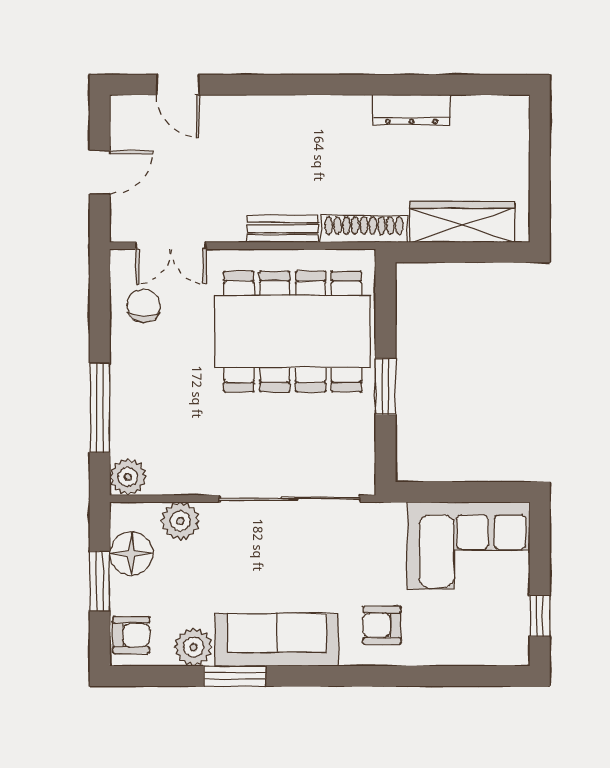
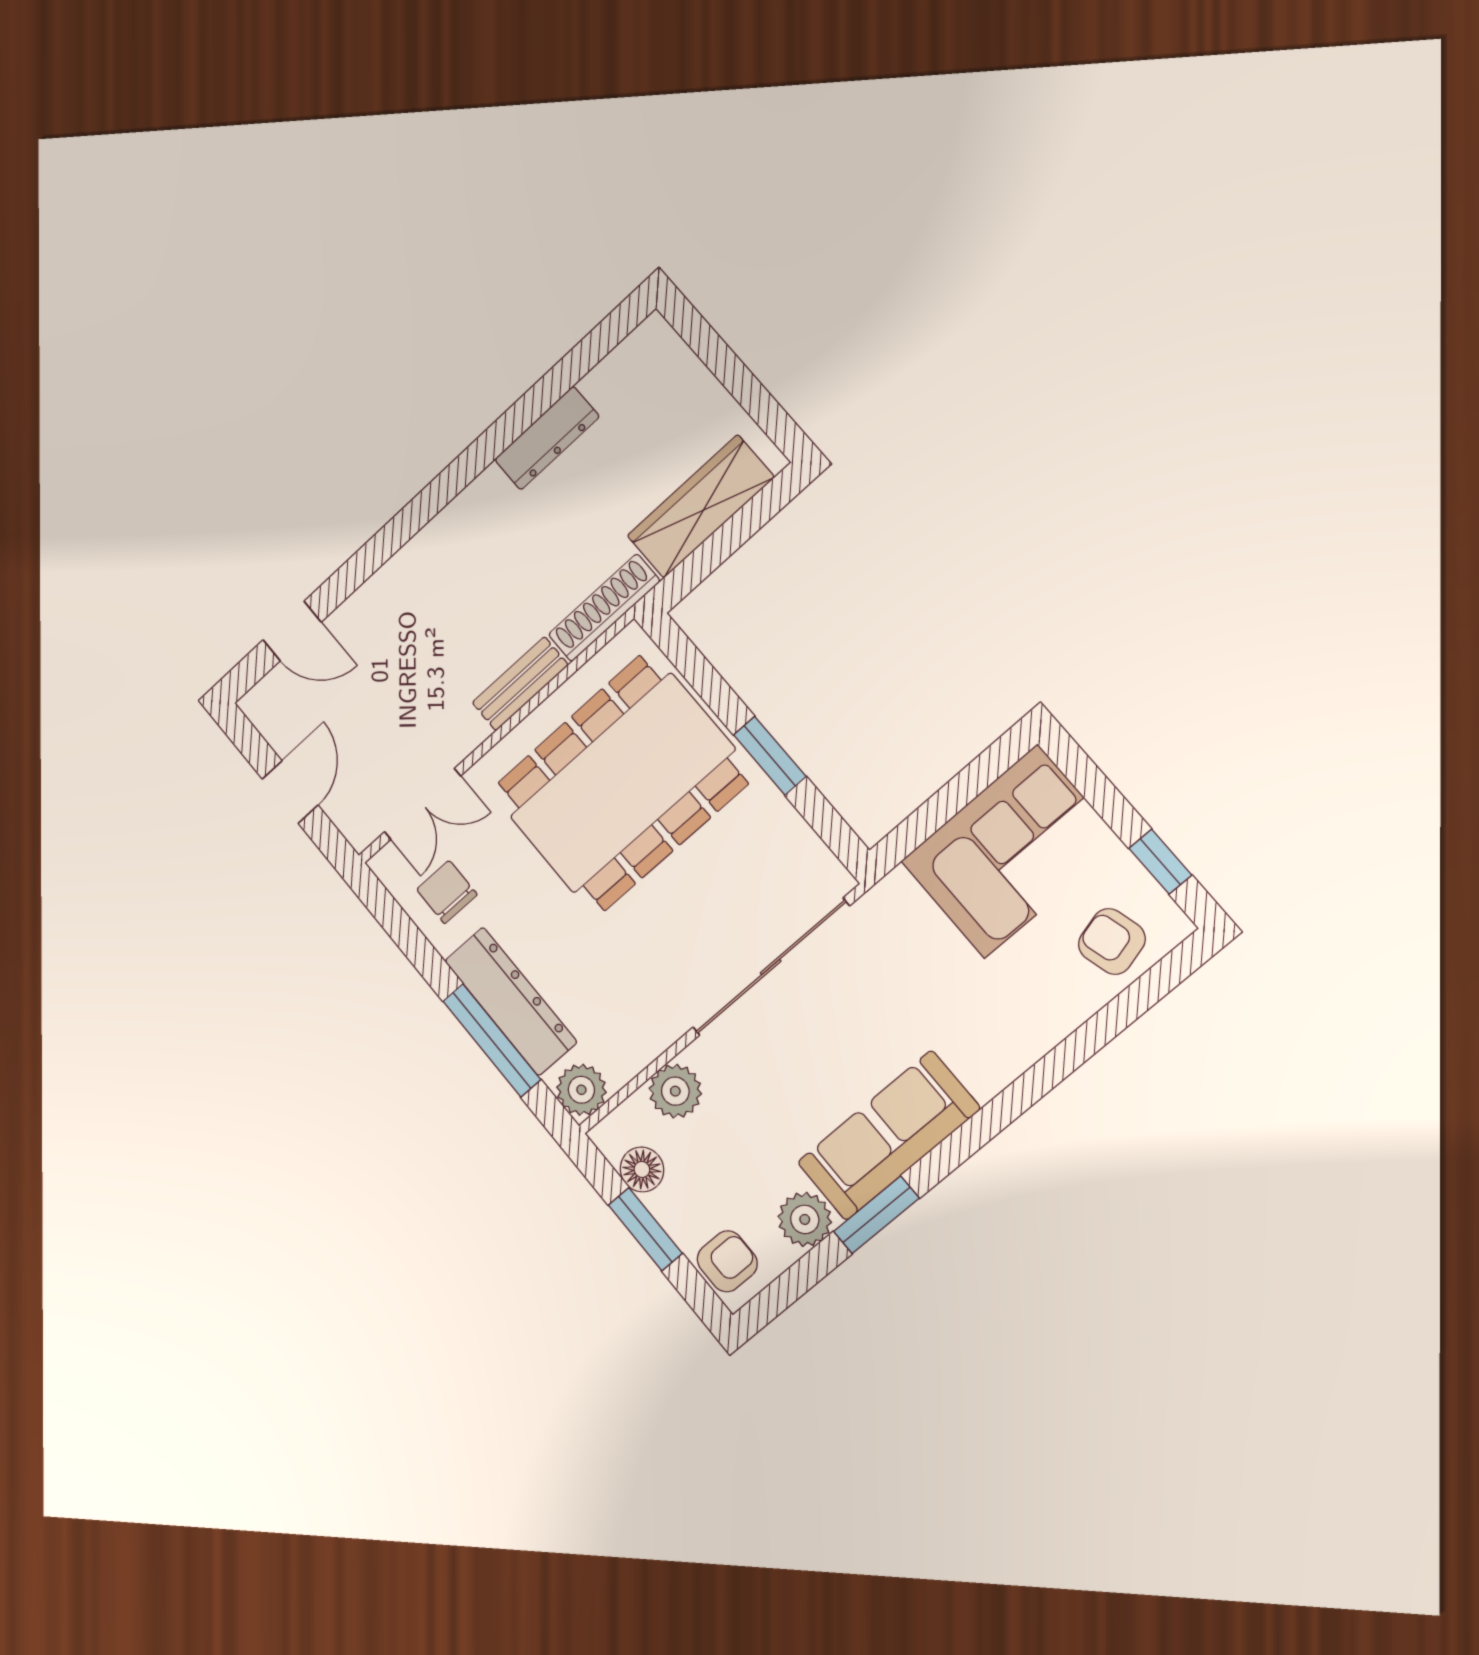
dresser: (129, 396) -> (511, 1001), added
floor lamp: (131, 554) -> (642, 1169), width x0.73, depth x0.73
armchair: (382, 625) -> (1112, 941), moved, turned 75

